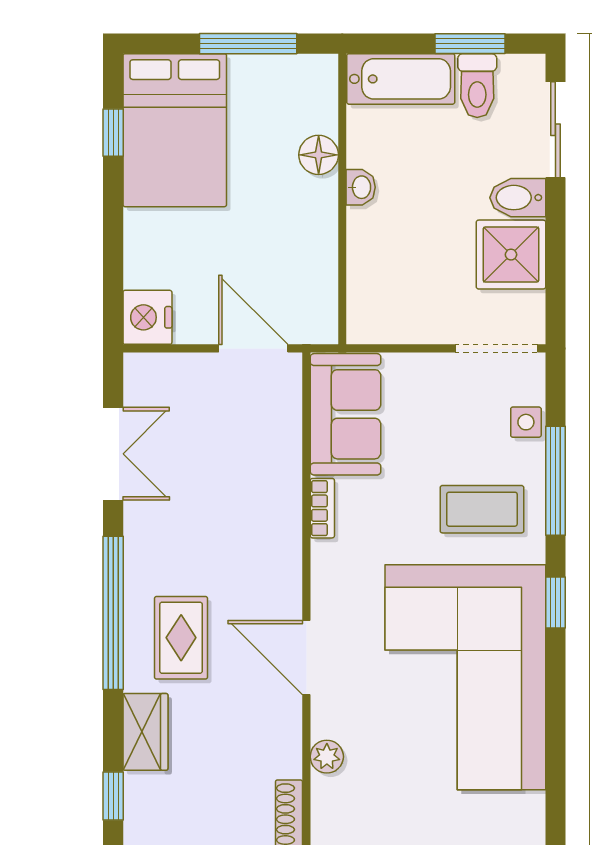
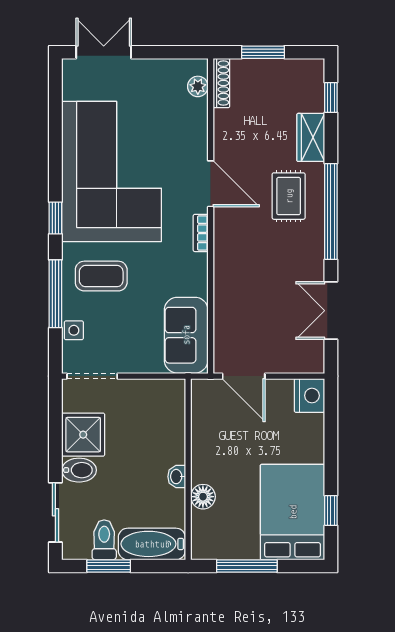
bookcase: (322, 508) -> (201, 233), moved
plant: (327, 757) -> (198, 86), moved

